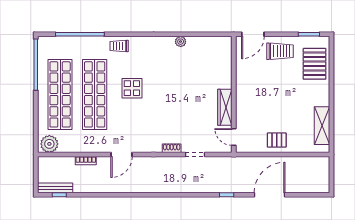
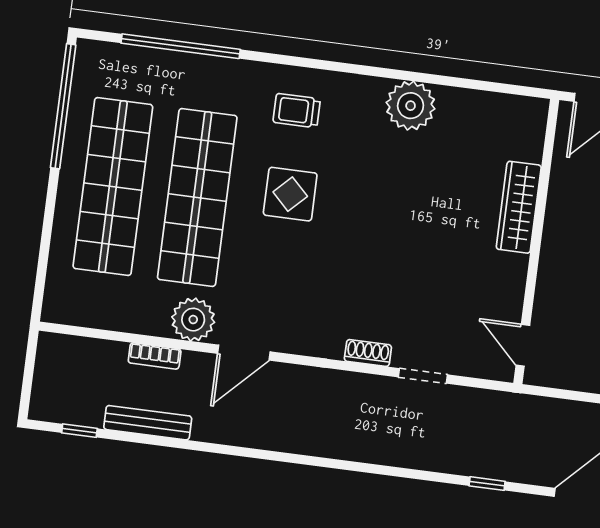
plant: (181, 42) -> (411, 106), width x1.88, depth x1.88
trolley: (119, 46) -> (297, 111), moved
wardrobe: (225, 107) -> (519, 207), moved
plant: (49, 144) -> (193, 320), moved
bench: (55, 188) -> (148, 423), moved

